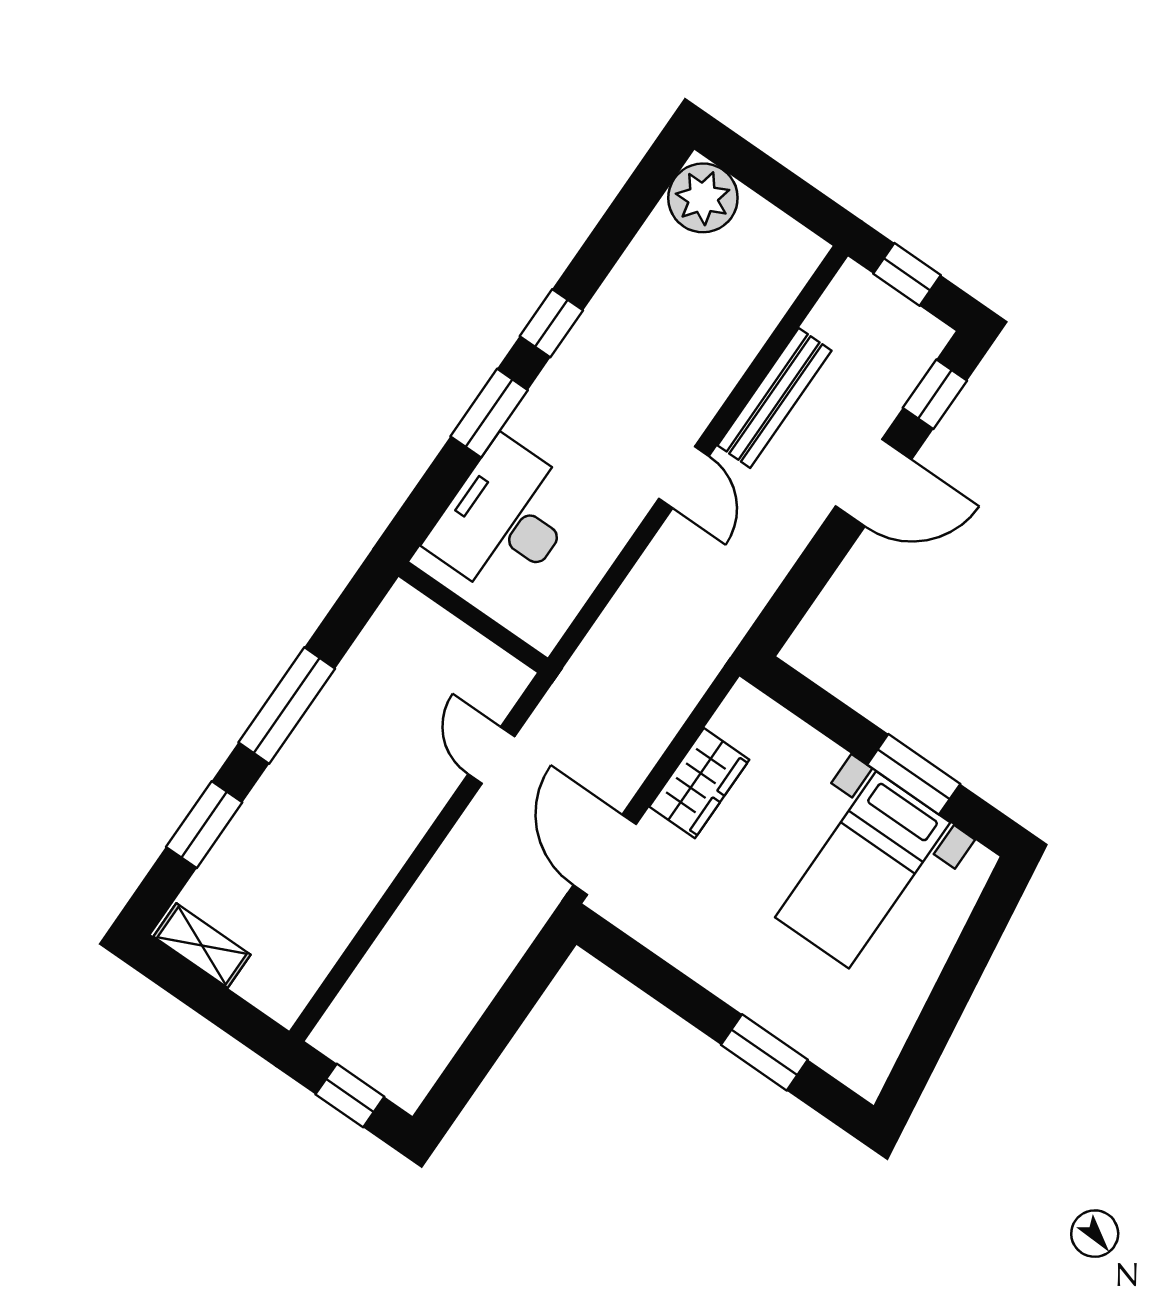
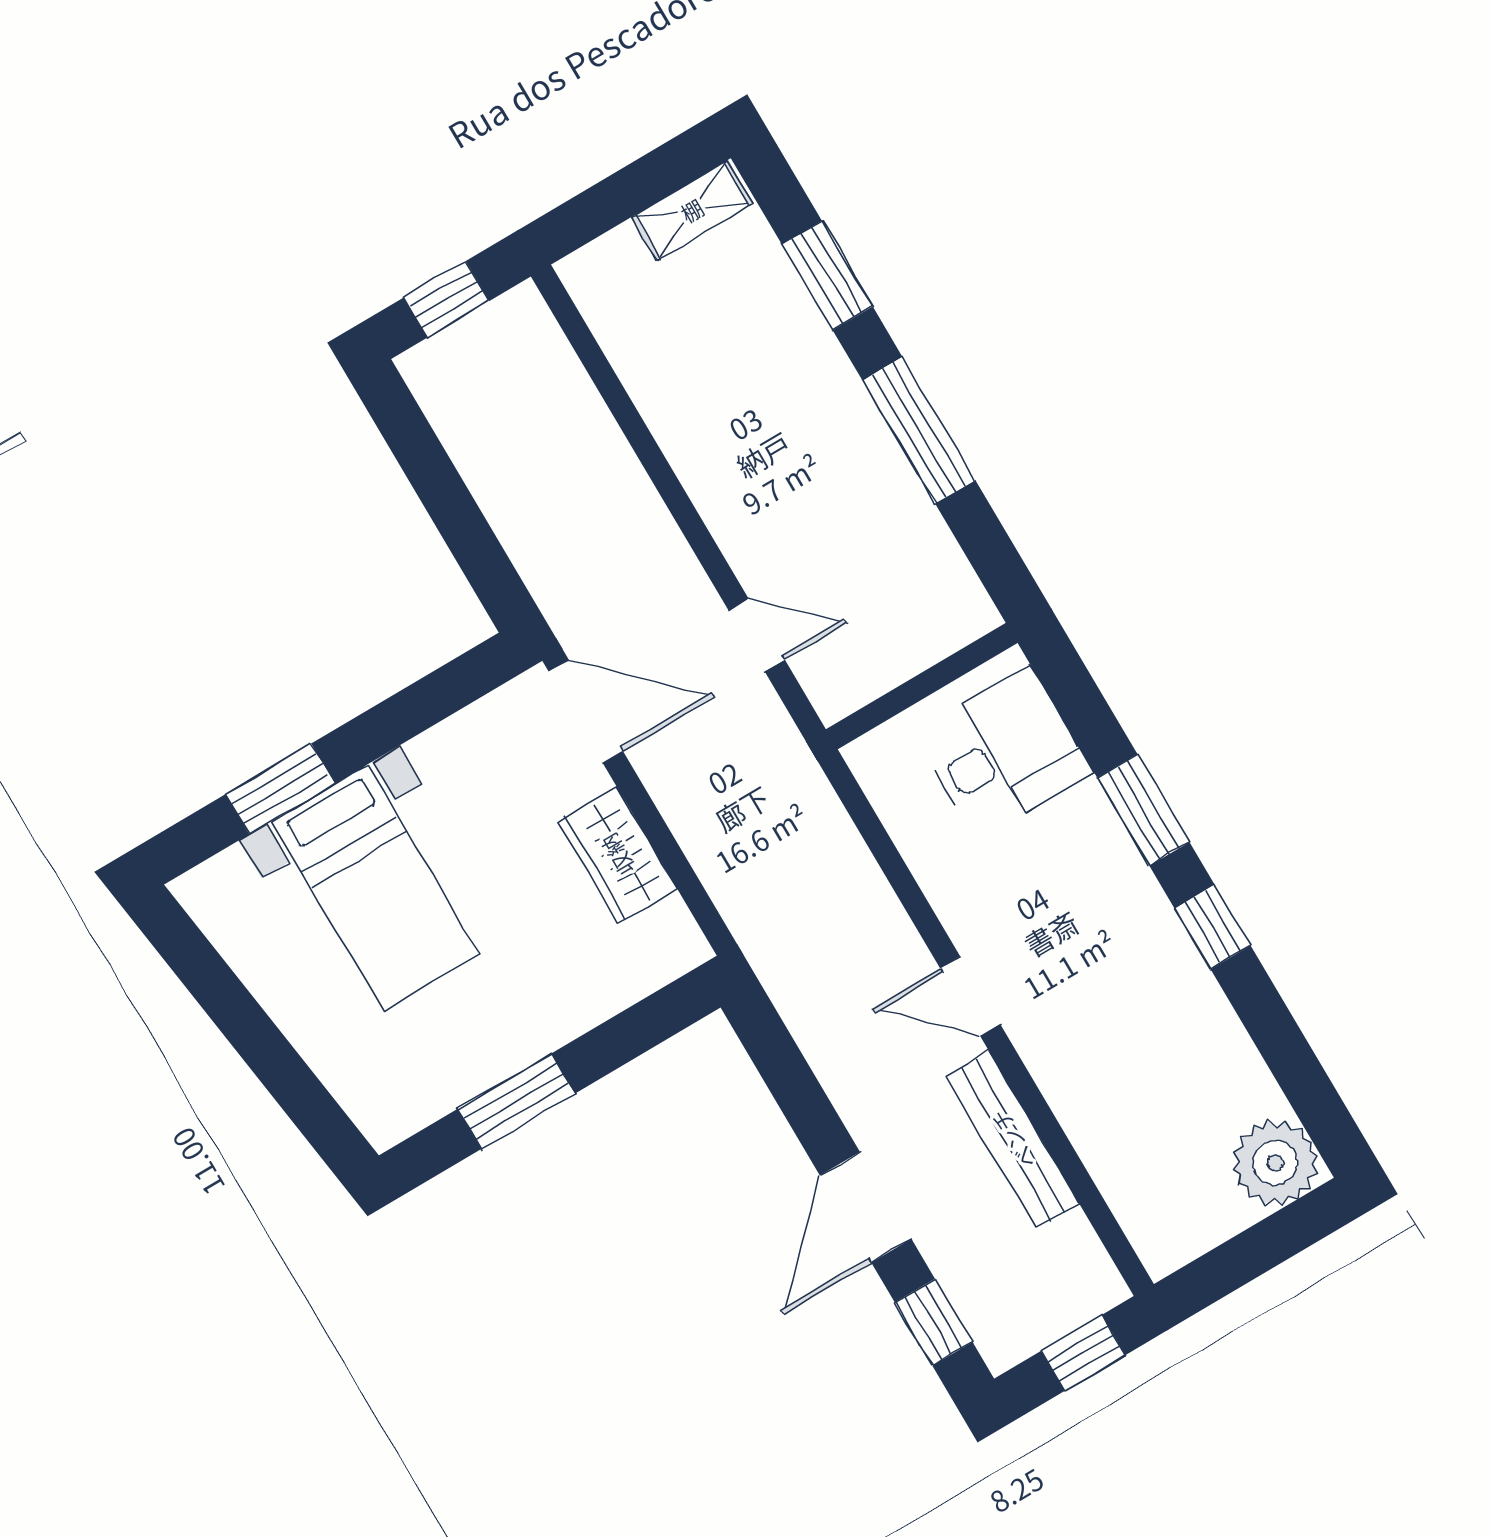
desk: (505, 519) -> (1003, 753), width x0.73
bed with nightstands: (863, 870) -> (376, 888), moved, turned 180

